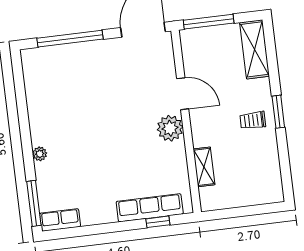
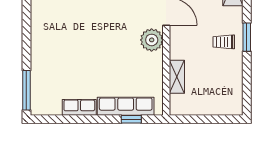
plant: (40, 154) -> (37, 48), removed
row of seats: (60, 220) -> (79, 107), moved

